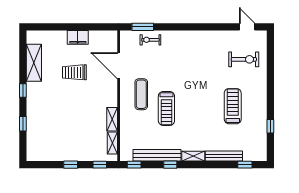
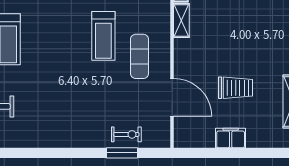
window: (143, 27) -> (122, 153), moved
treadmill: (166, 108) -> (103, 36), turned 180

